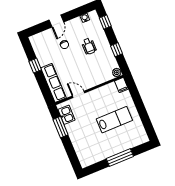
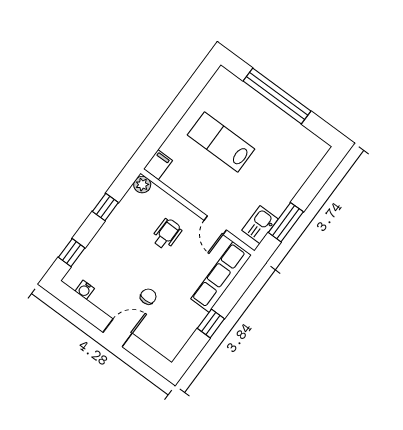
wheelchair: (89, 46) -> (167, 234), moved
window: (120, 158) -> (277, 96), width x1.46

